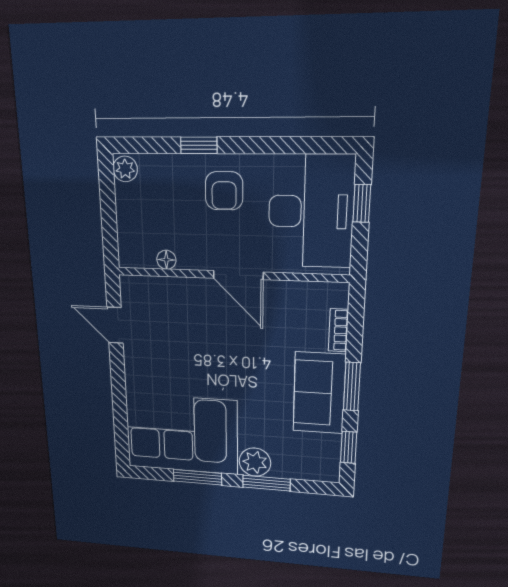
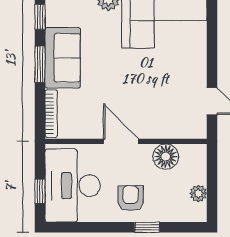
plant: (125, 169) -> (198, 193), moved
floor lamp: (166, 260) -> (166, 157), width x1.89, depth x1.89
bookcase: (338, 330) -> (51, 114), width x1.56

